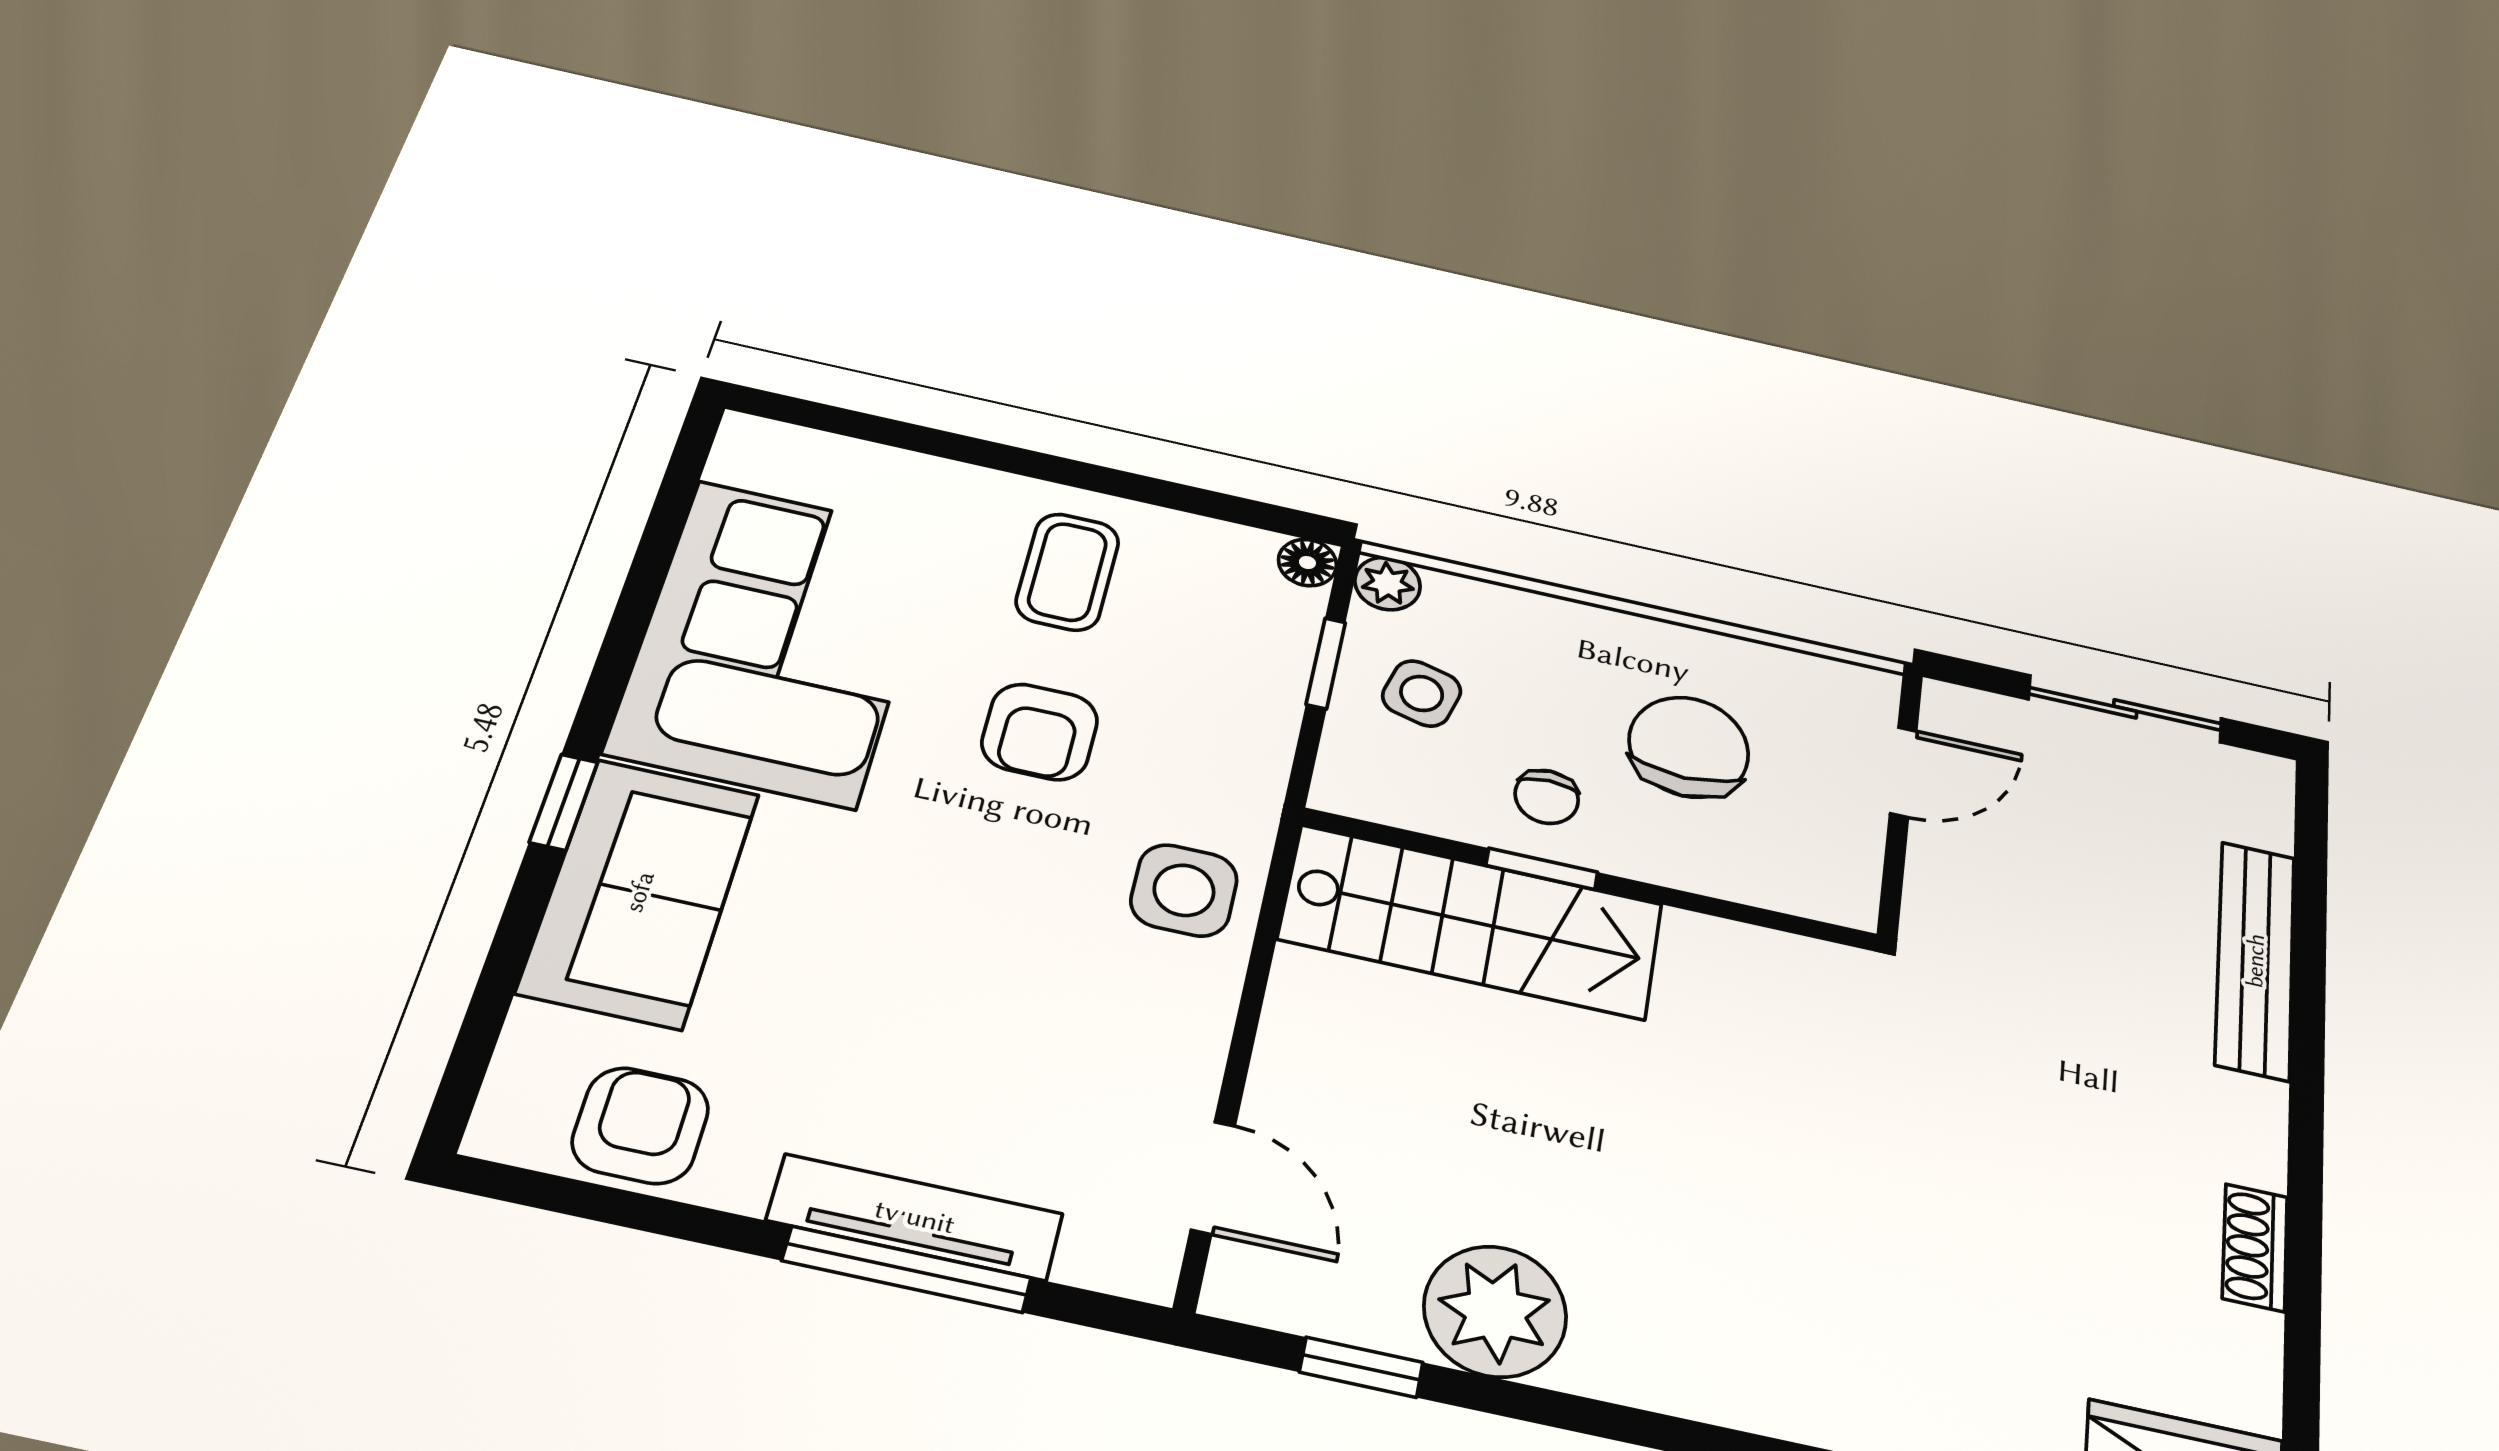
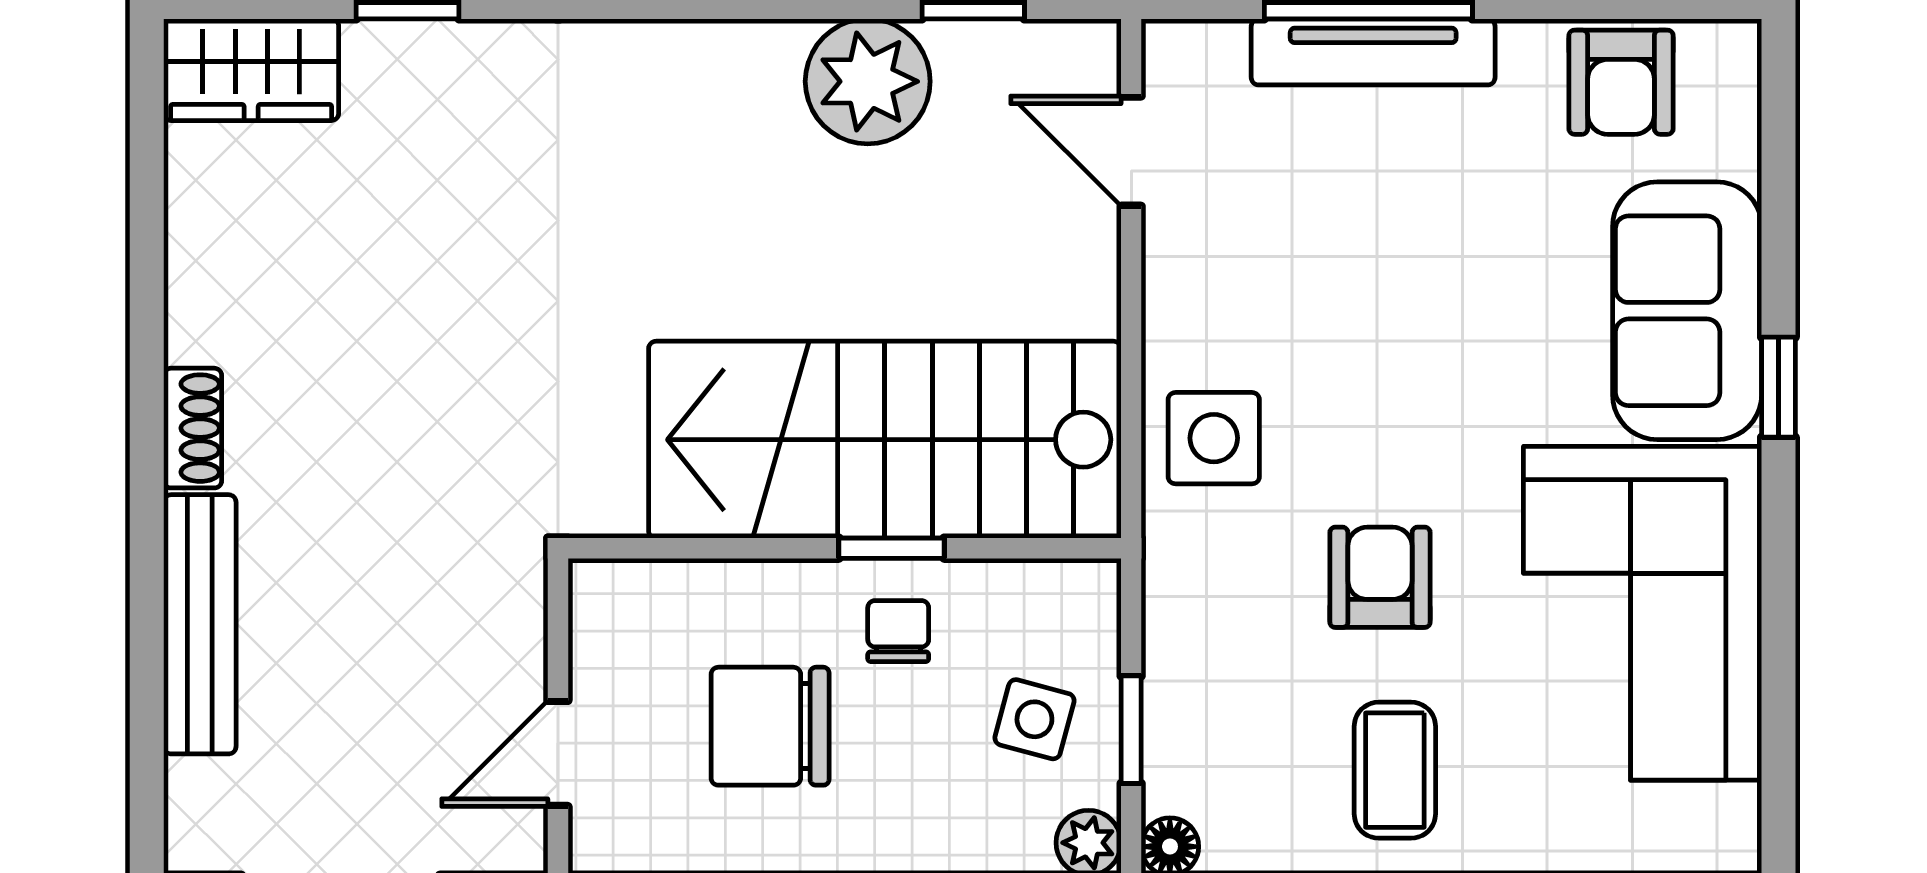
chair: (1689, 747) -> (770, 726), turned 90
stairs: (1472, 922) -> (885, 440), width x1.36, depth x1.51
shoe rack: (2255, 1247) -> (193, 428), moved

